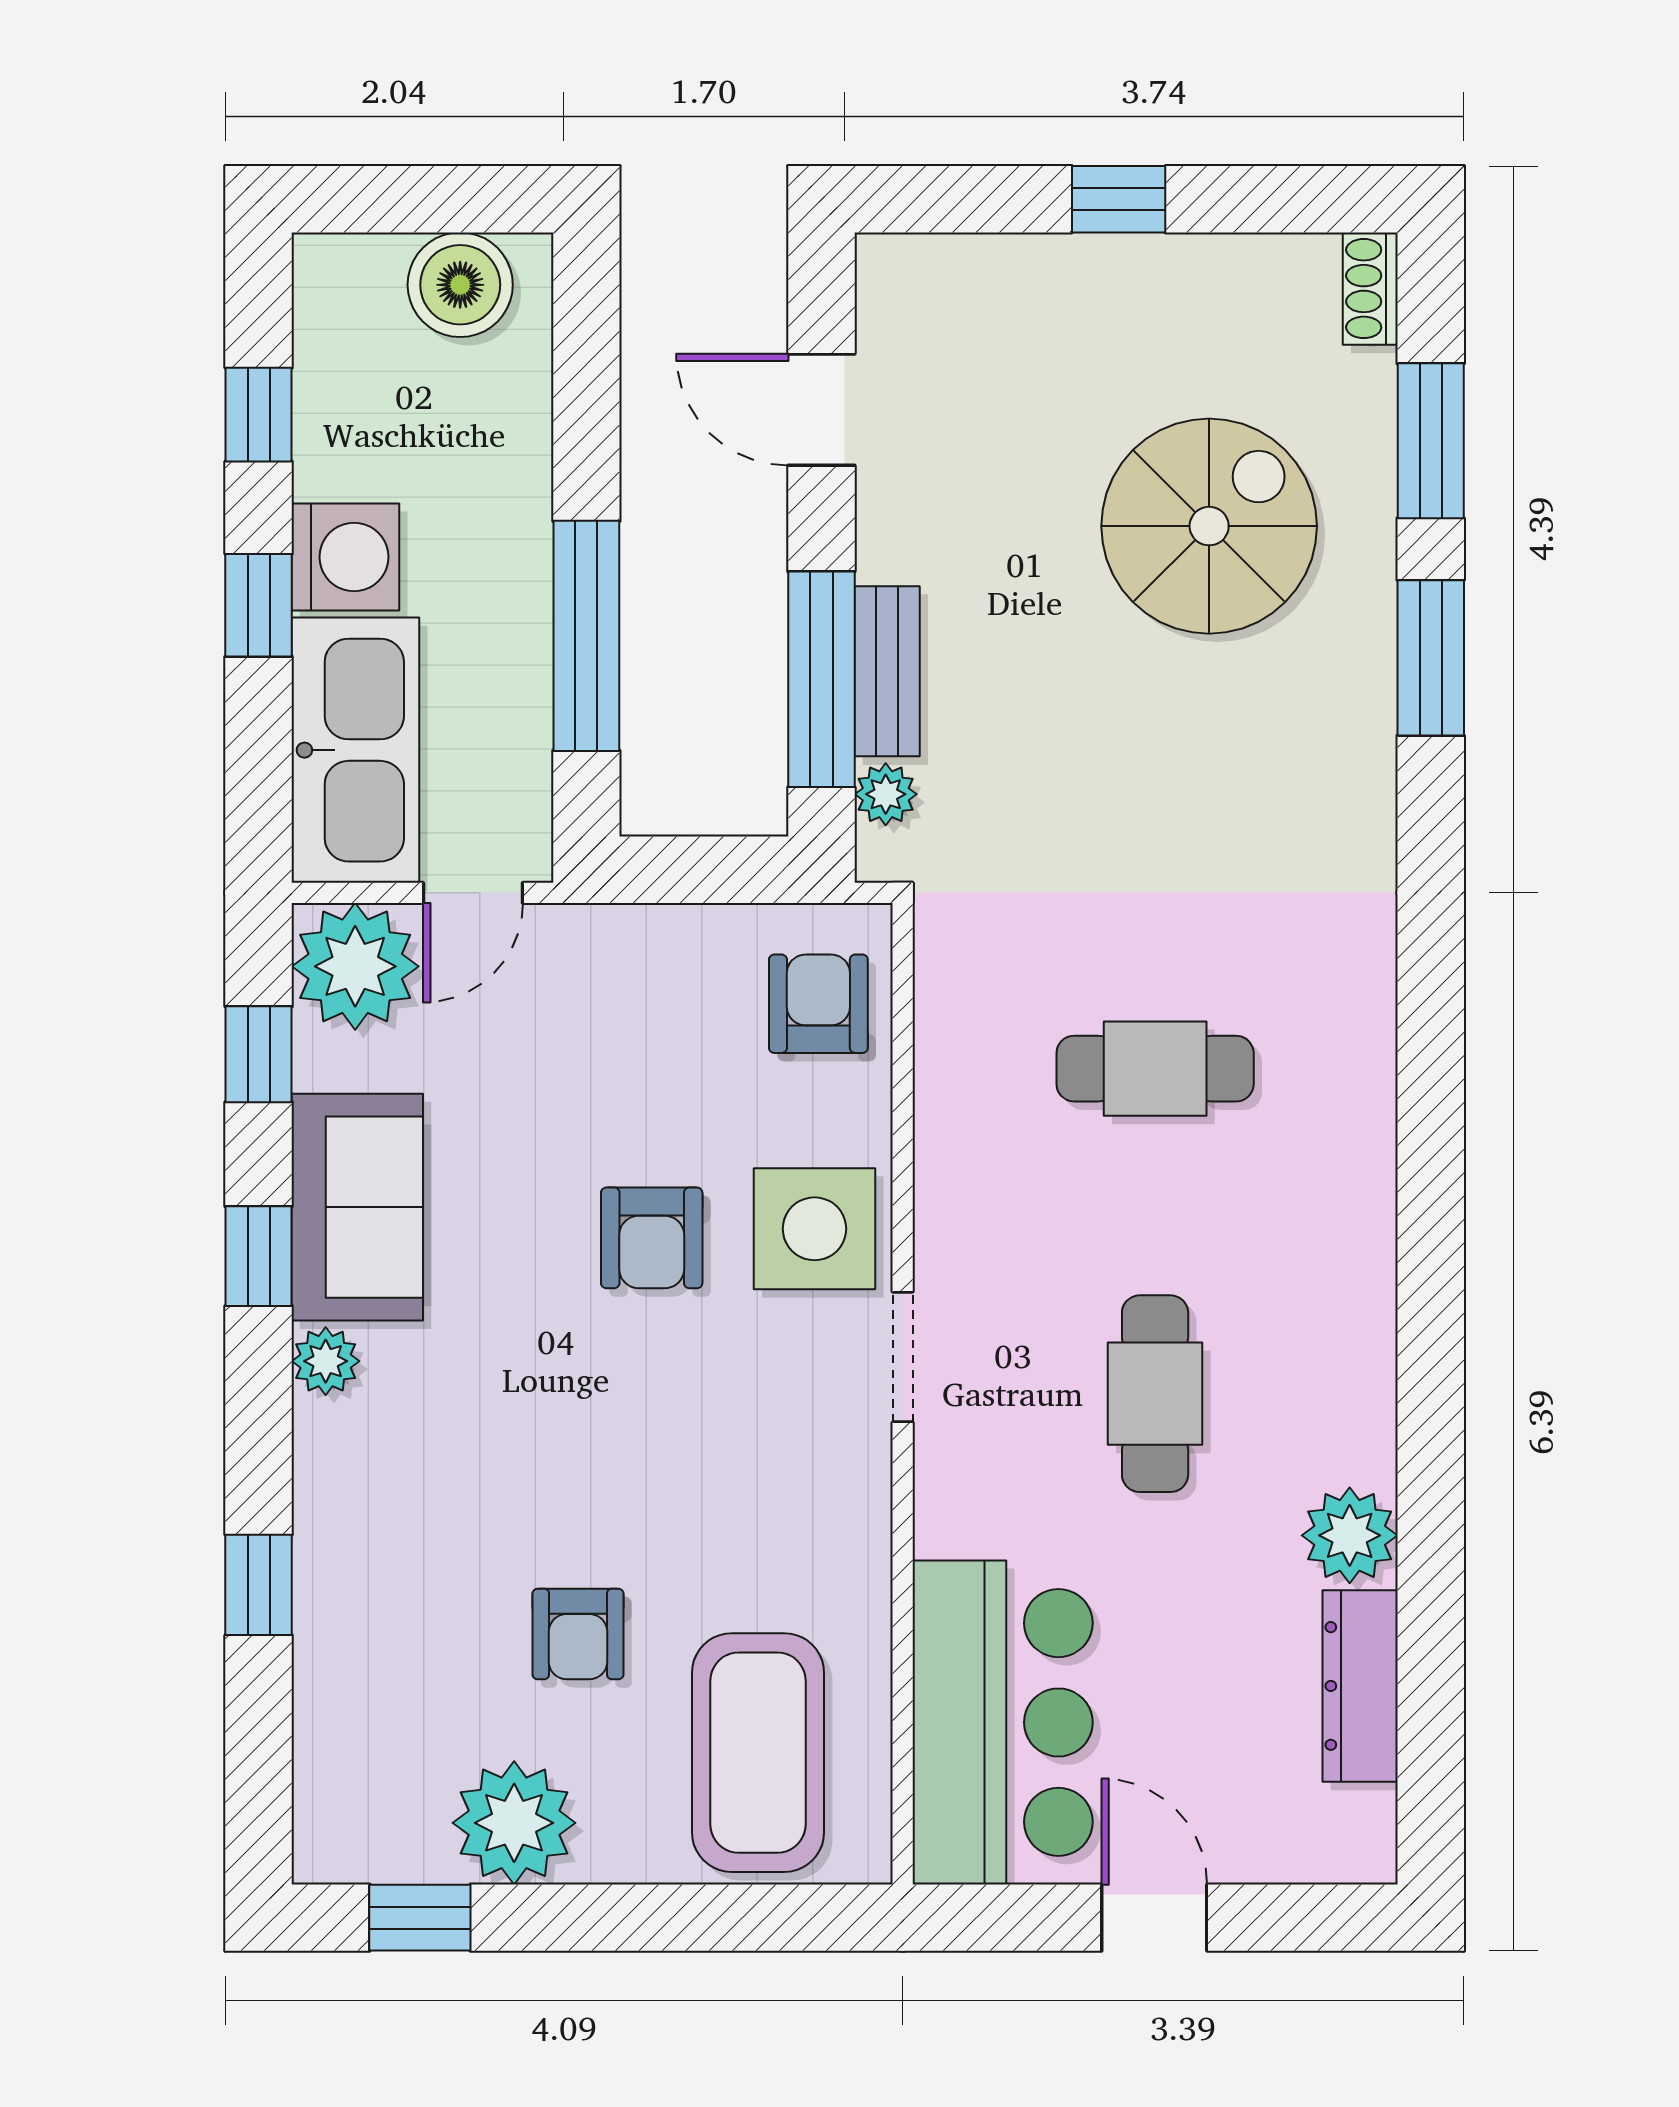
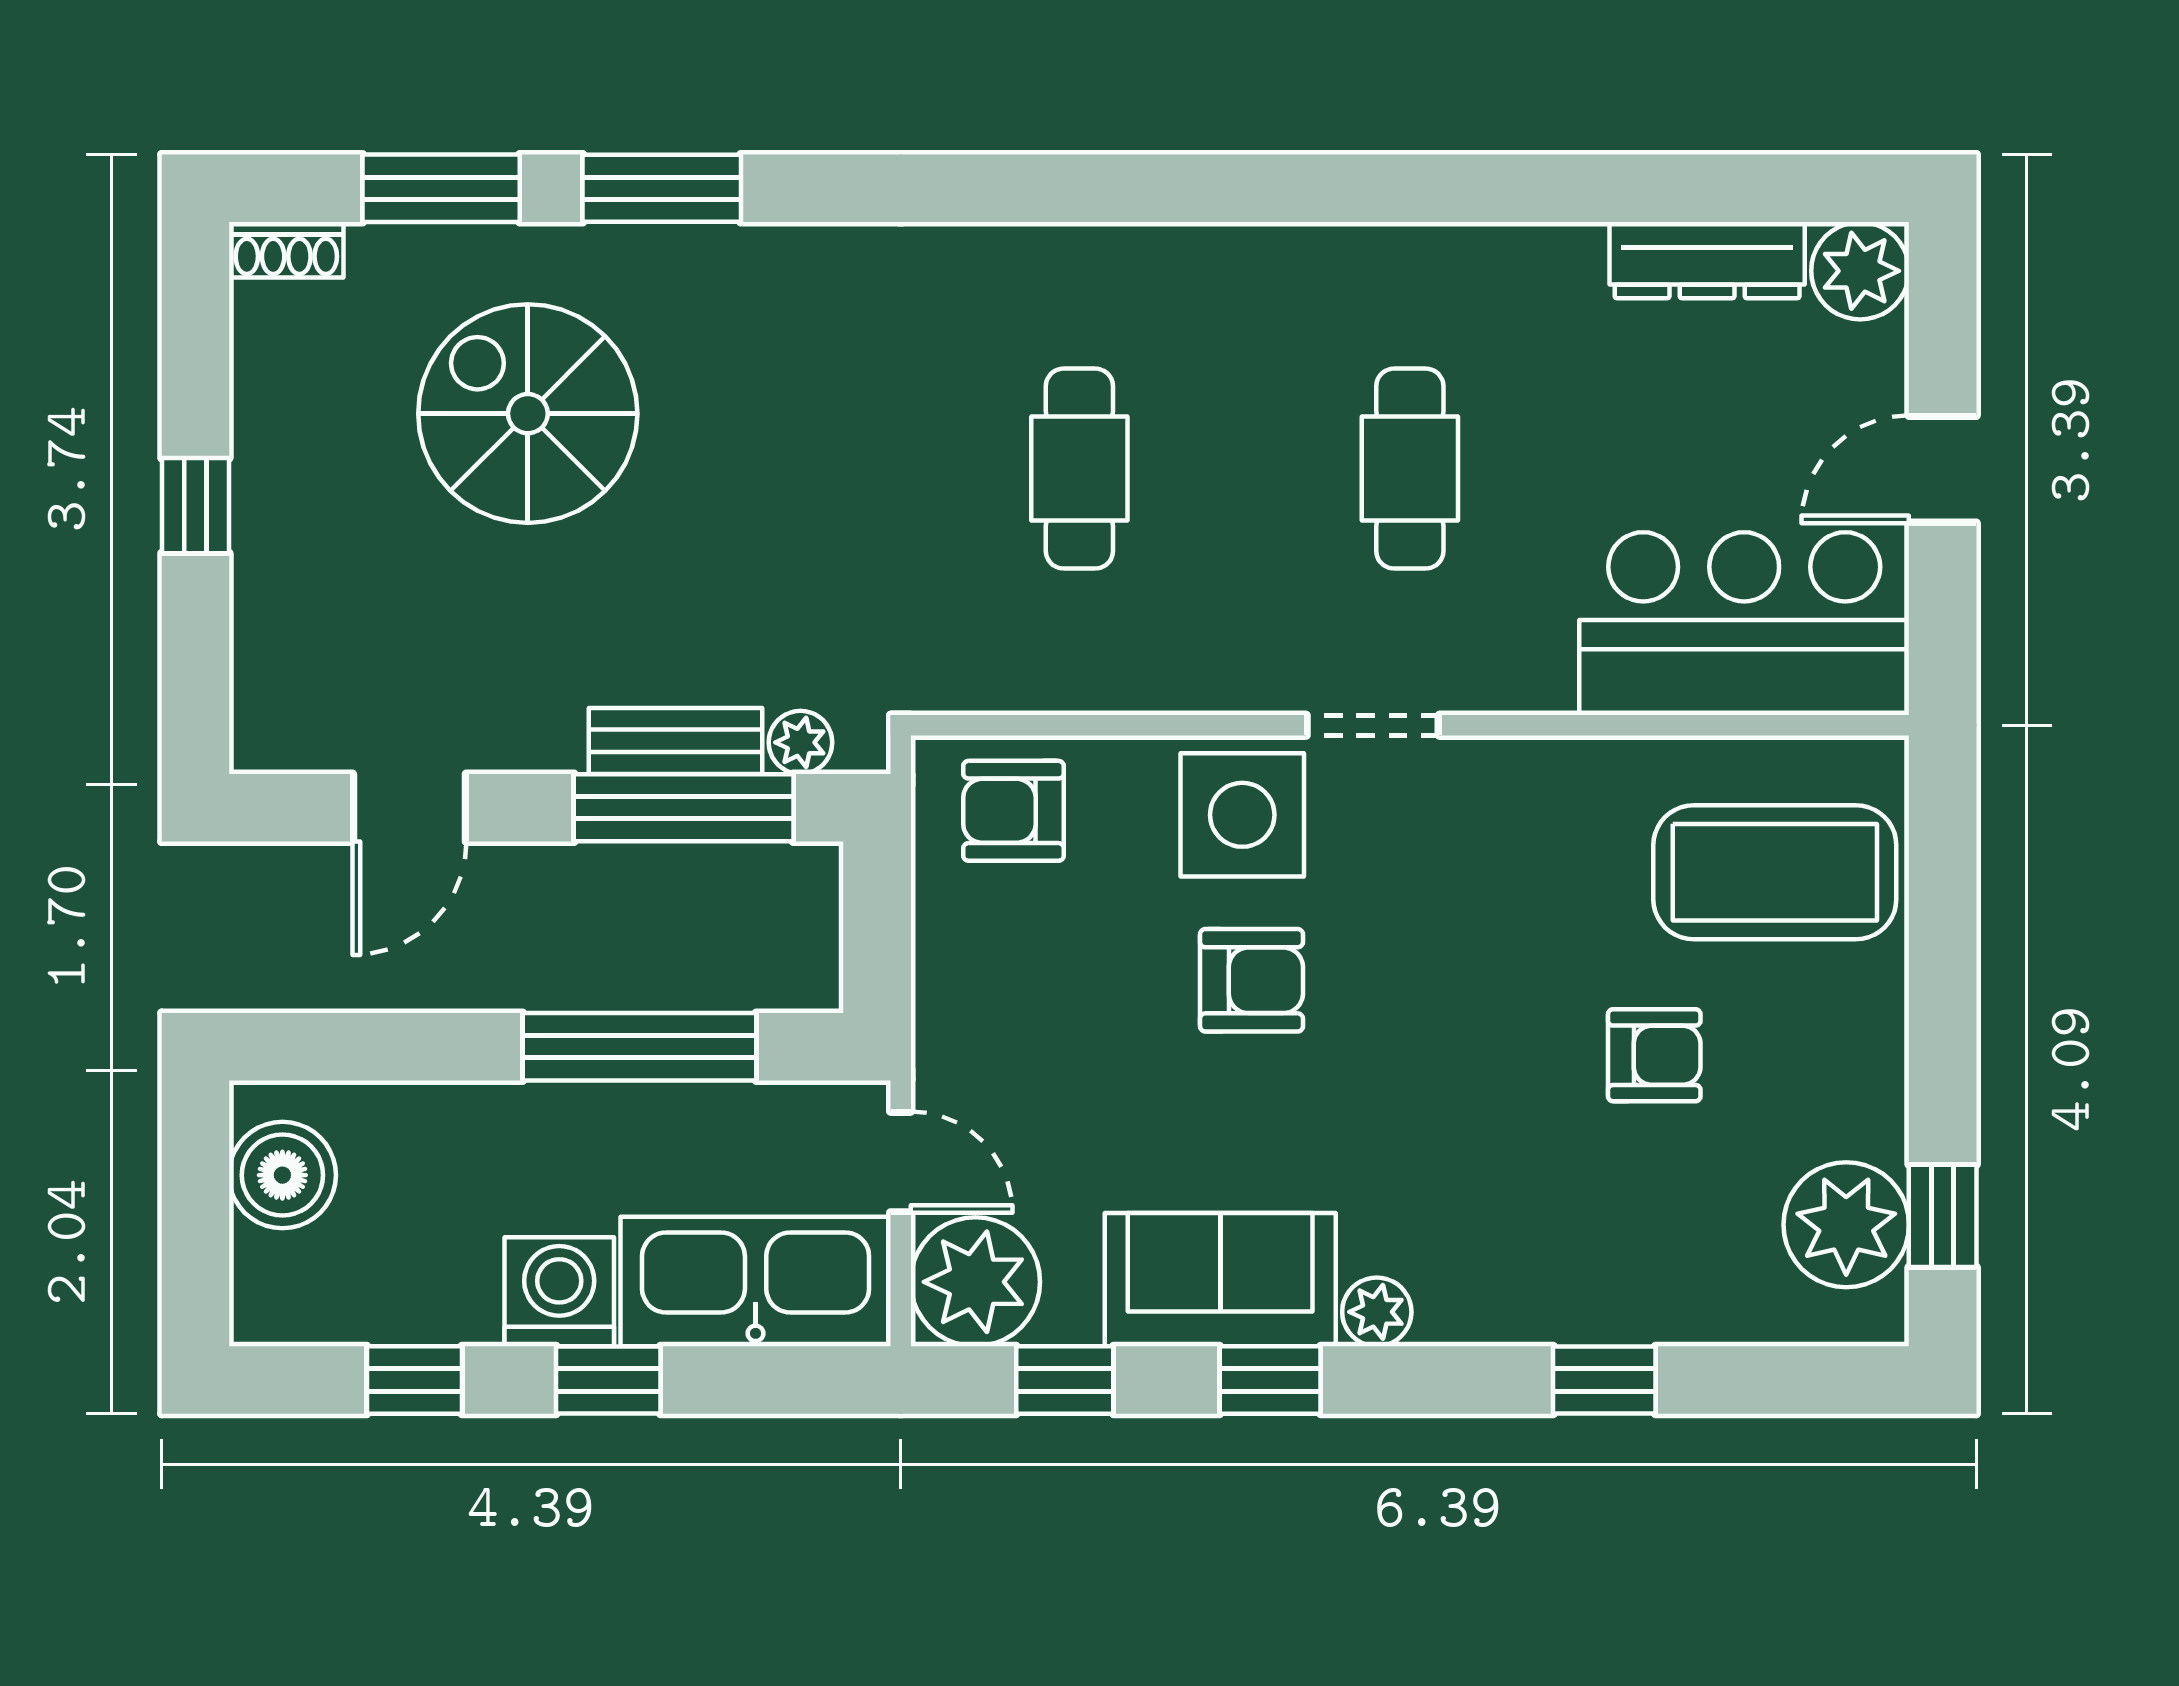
cafe table: (1155, 1394) -> (1410, 469), turned 90
plant: (1350, 1535) -> (1860, 271), moved
plant: (514, 1823) -> (1846, 1225), moved

